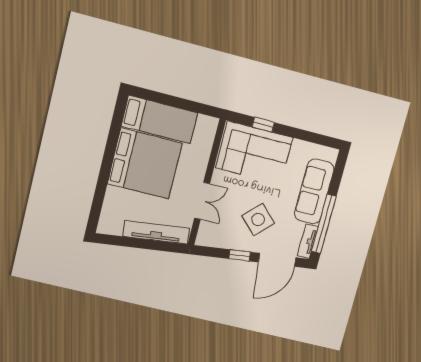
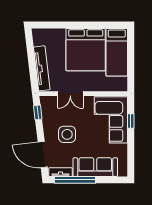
side table: (258, 219) -> (67, 134), turned 45
window: (240, 255) -> (38, 112), moved

